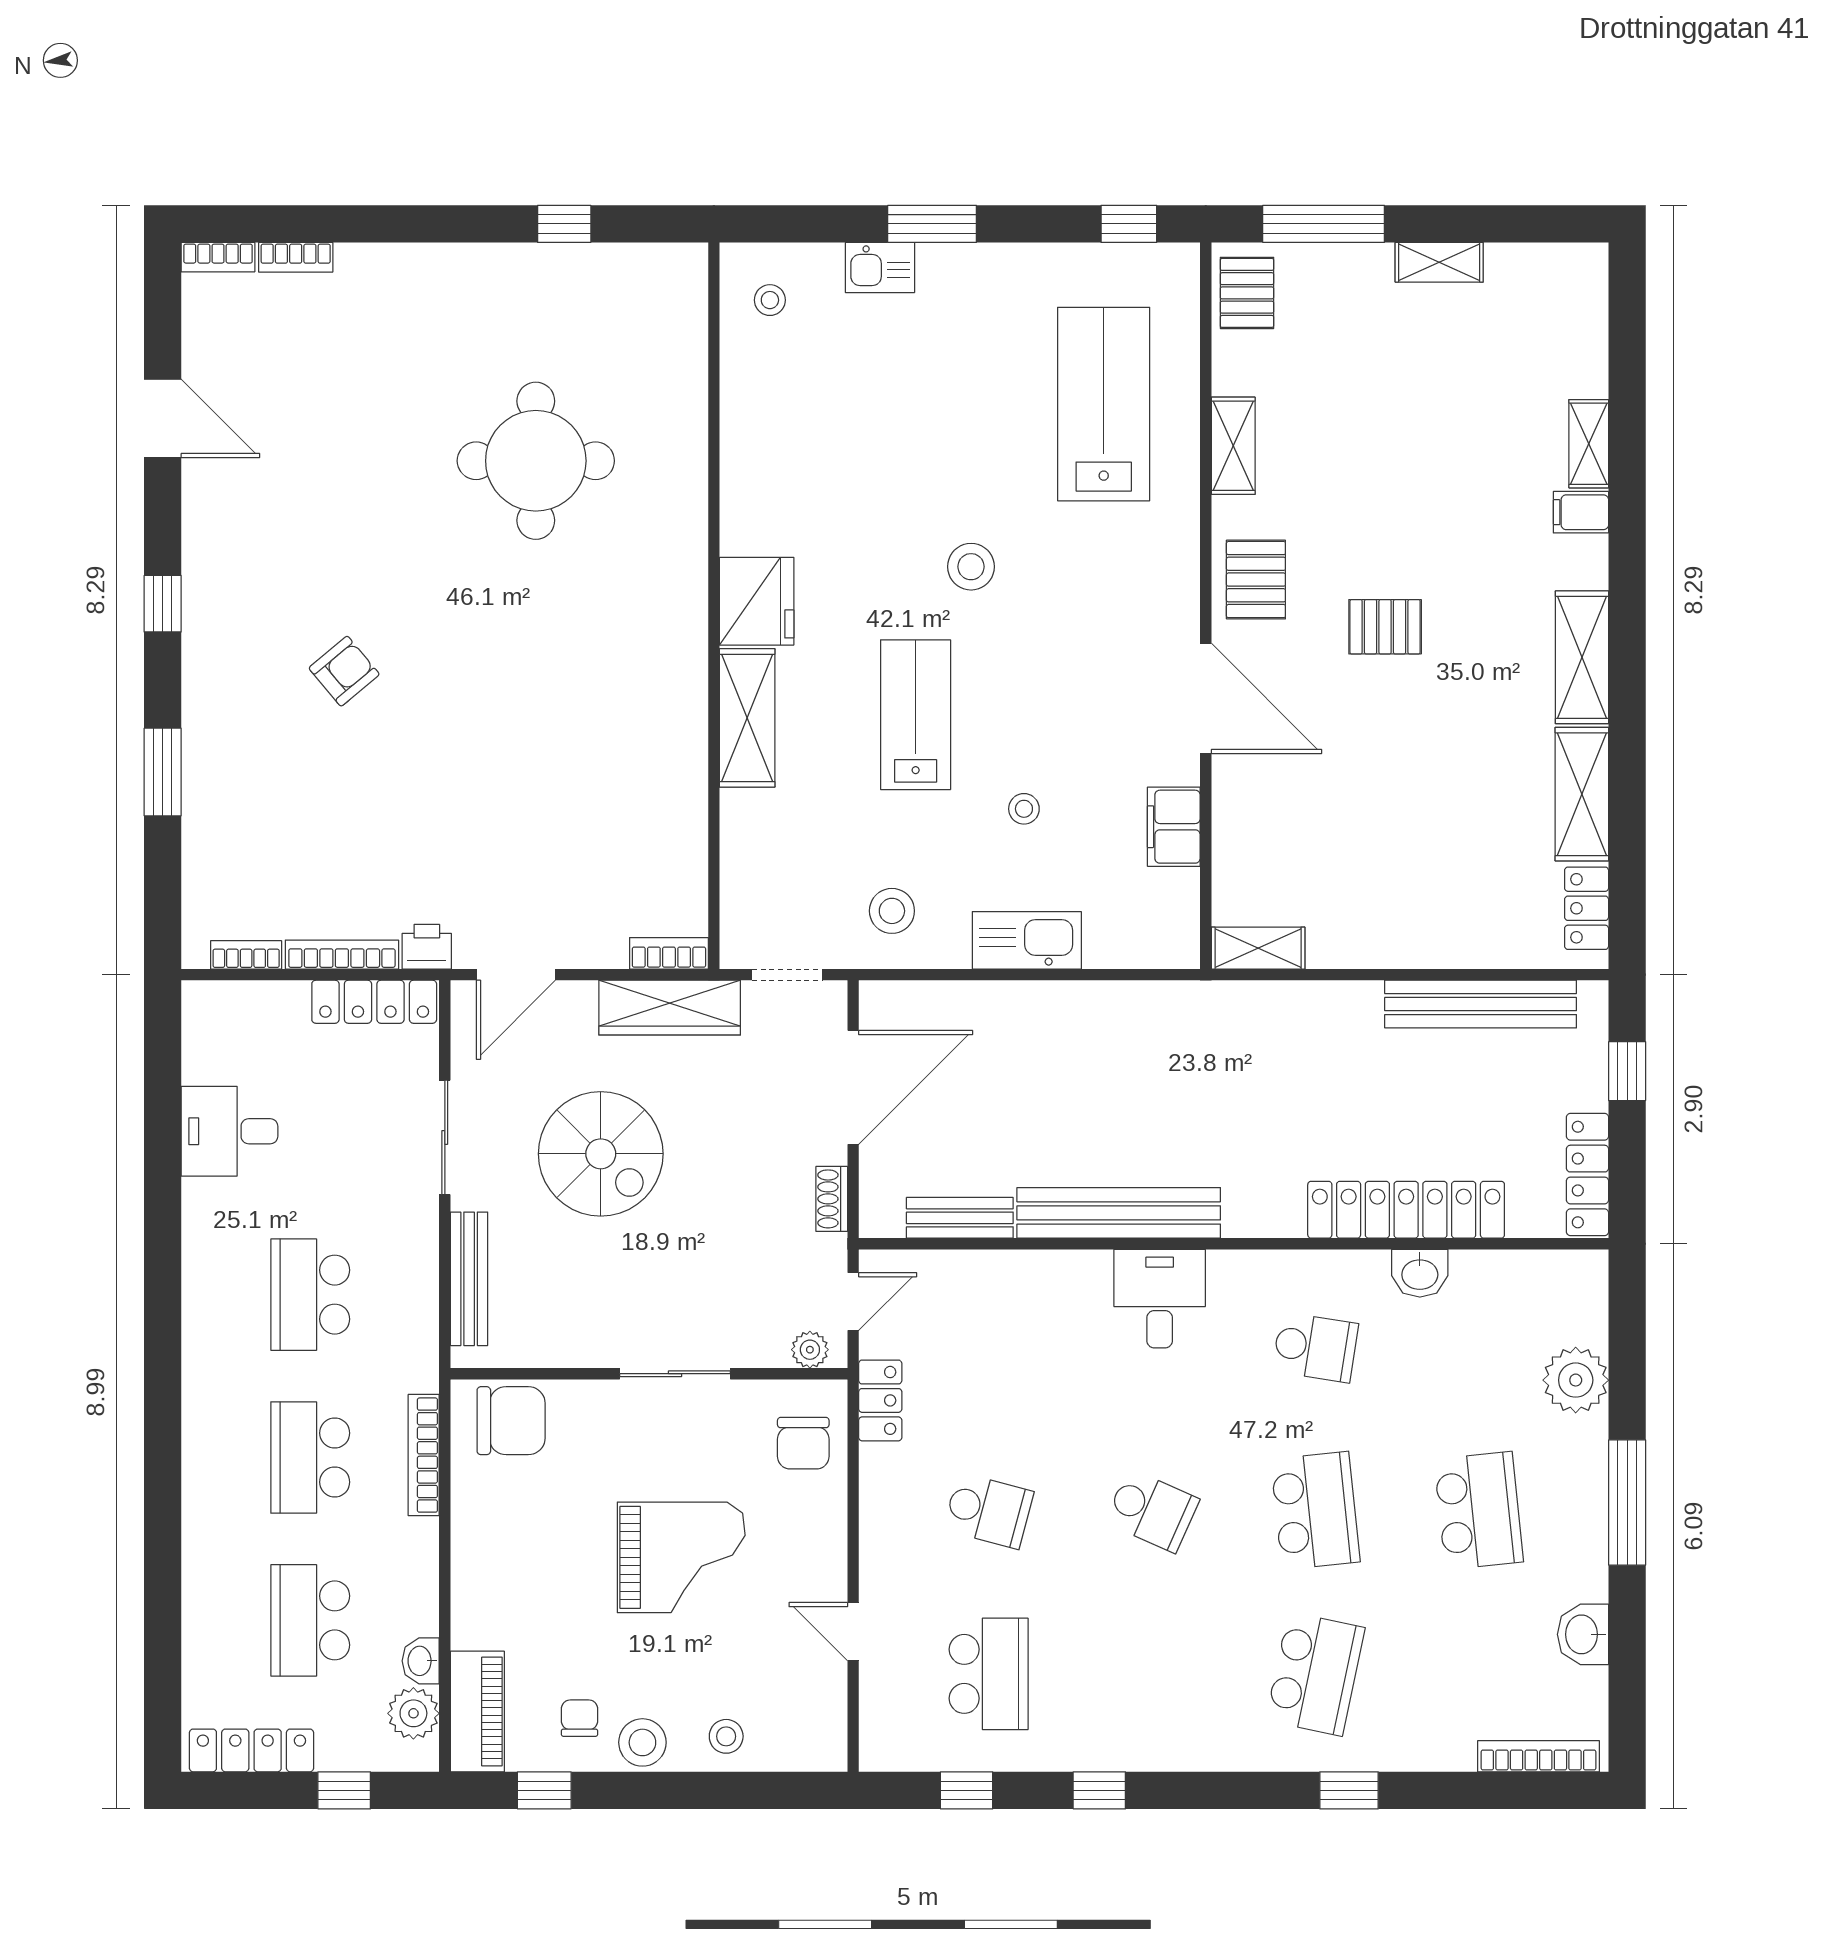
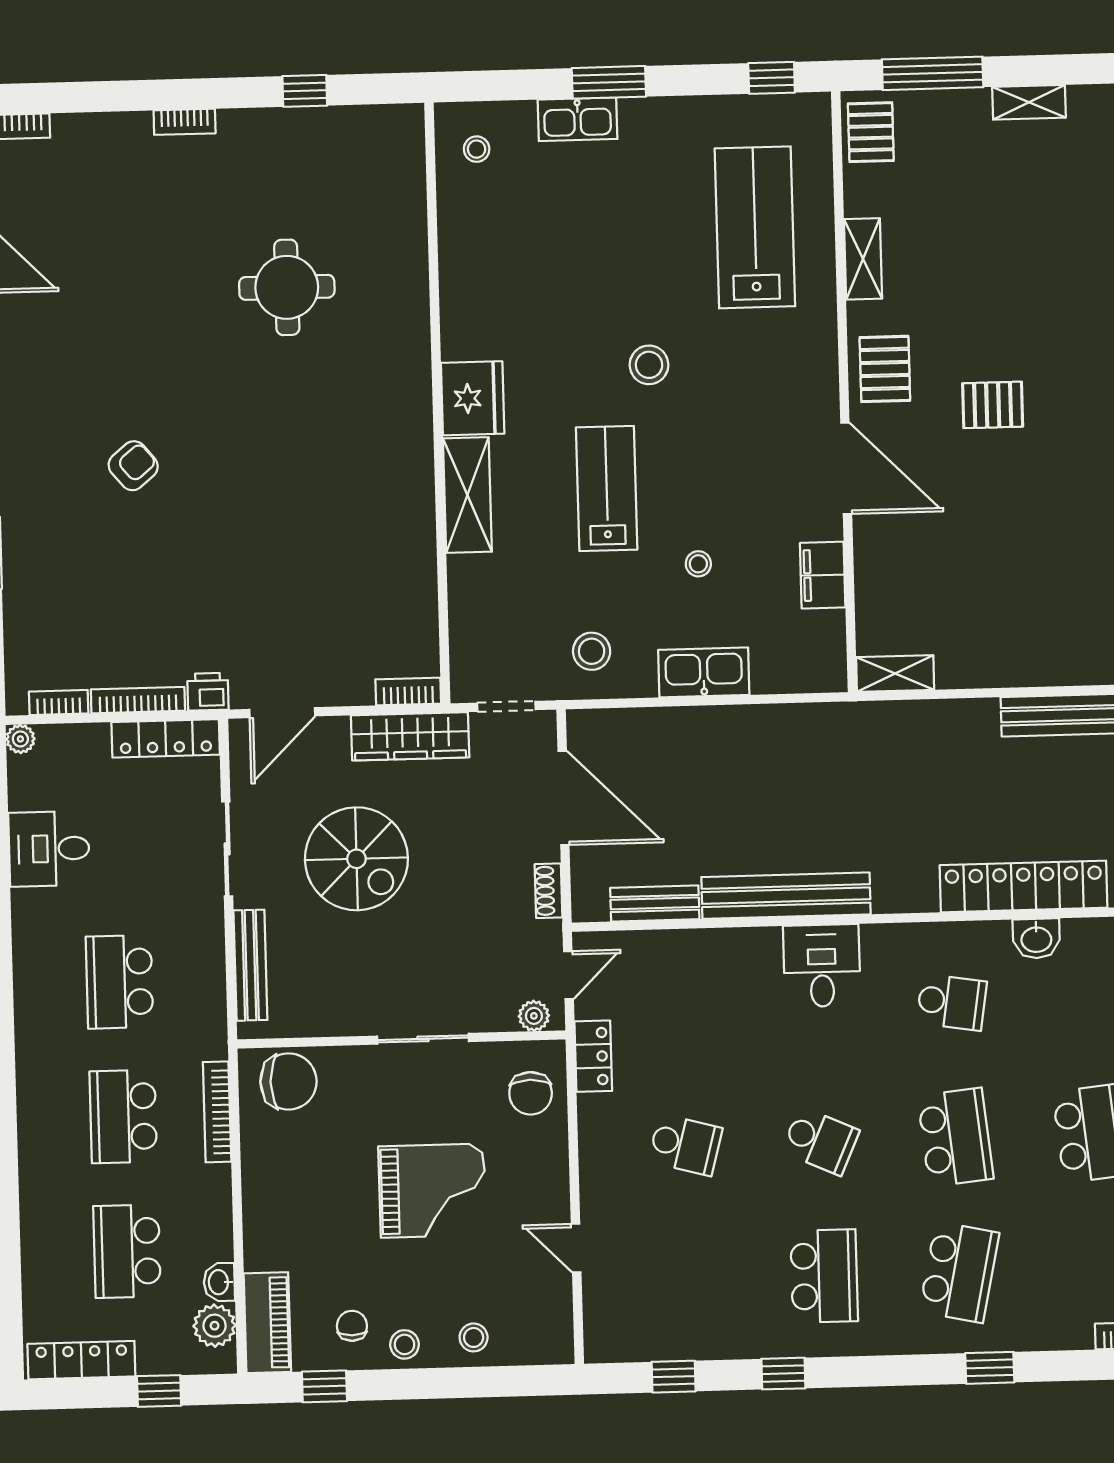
bookcase: (296, 257) -> (185, 122), moved
kitchen sink: (880, 267) -> (578, 119), width x1.38
round table: (536, 461) -> (287, 287), width x0.73, depth x0.73
plant: (199, 998) -> (20, 739), added
door: (853, 1087) -> (564, 798), hinge flipped
school desk: (989, 1674) -> (824, 1276), moved
stool: (642, 1742) -> (405, 1344), width x0.73, depth x0.73

